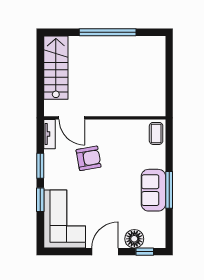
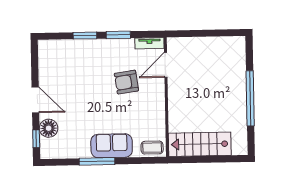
stairs: (56, 68) -> (200, 144), moved, turned 180
armchair: (89, 158) -> (126, 82), turned 92
sofa: (153, 190) -> (112, 146), moved
corner sofa: (65, 219) -> (67, 60), removed

